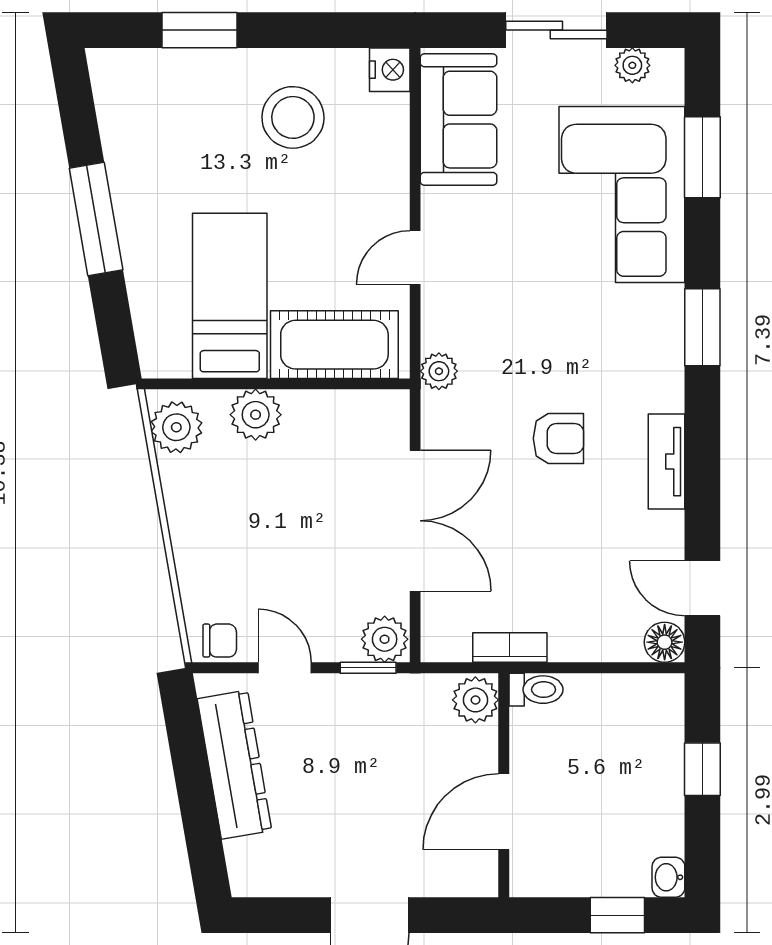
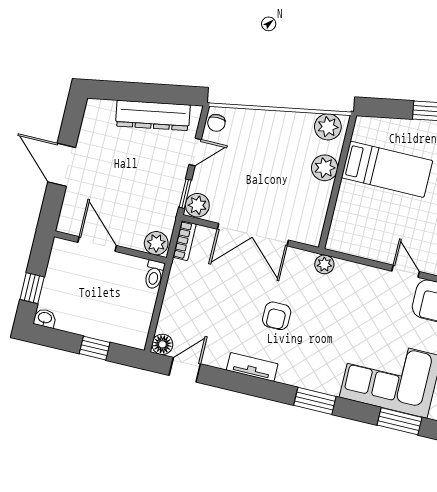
door: (415, 257) -> (406, 271), moved
cot: (334, 345) -> (350, 215), removed
bookcase: (510, 648) -> (184, 241), moved

